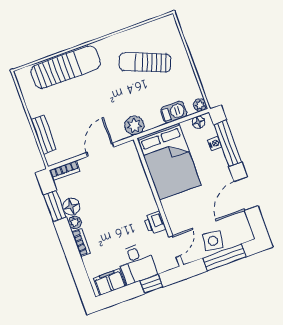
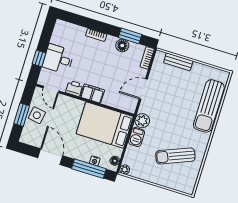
sun lounger: (145, 62) -> (175, 156), turned -134
barbecue: (174, 112) -> (137, 137), moved
door: (100, 150) -> (143, 89), swing flipped
plant: (75, 223) -> (111, 40), removed
window: (225, 257) -> (22, 115), width x0.69
filing cabinet: (110, 282) -> (92, 94), moved, turned -90

